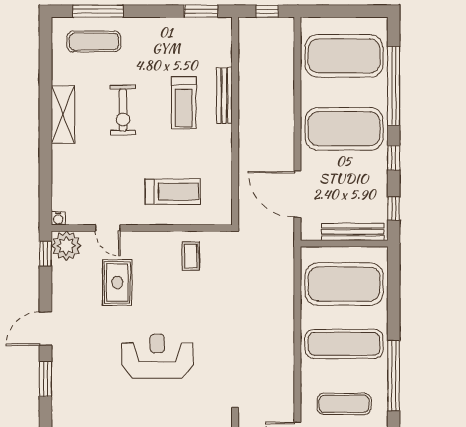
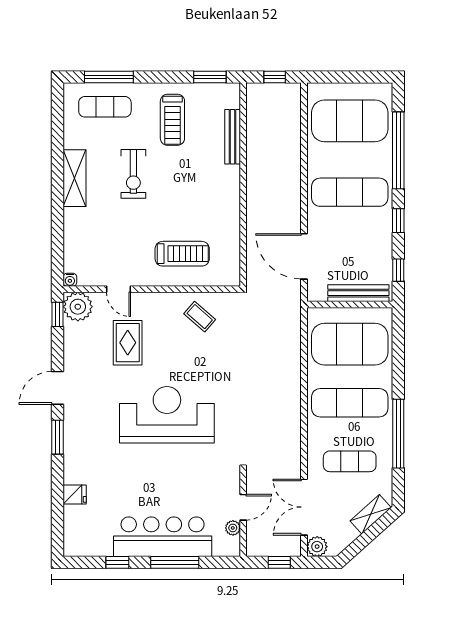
bench: (224, 95) -> (233, 137), moved
treadmill: (184, 103) -> (172, 120), moved
exercise mat: (344, 129) -> (350, 192), width x0.68
coffee table: (191, 256) -> (200, 317), turned -49
reception desk: (157, 356) -> (167, 415), width x1.36, depth x1.30

